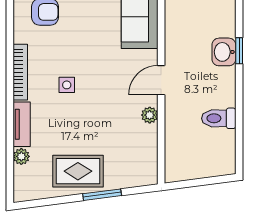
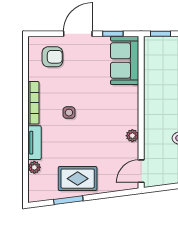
door: (161, 80) -> (141, 171), moved
window: (102, 195) -> (68, 200), moved

